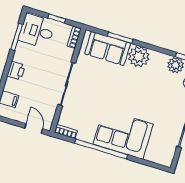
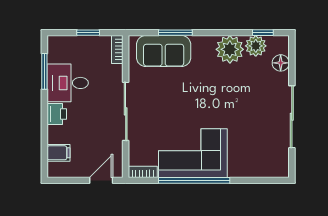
desk: (37, 31) -> (68, 83), moved
plant: (139, 57) -> (230, 49), moved
door: (34, 129) -> (101, 180), hinge flipped
corner sofa: (123, 134) -> (193, 153), moved

